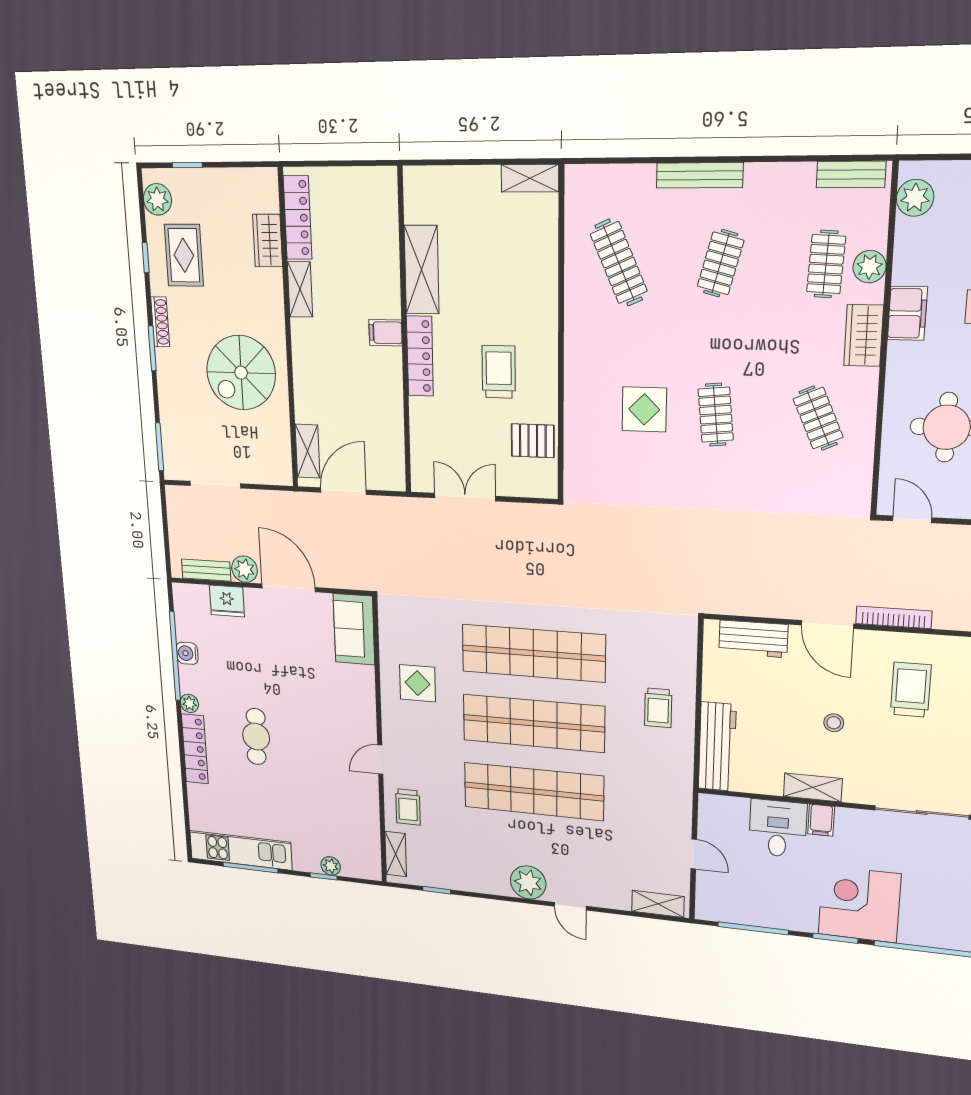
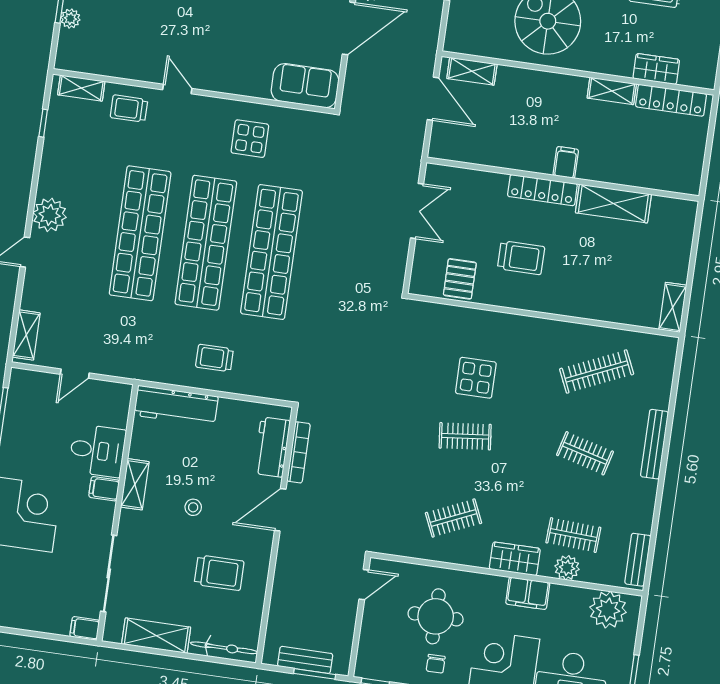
plant: (915, 198) -> (608, 610), width x1.36, depth x1.36
bookcase: (894, 617) -> (299, 452), moved

